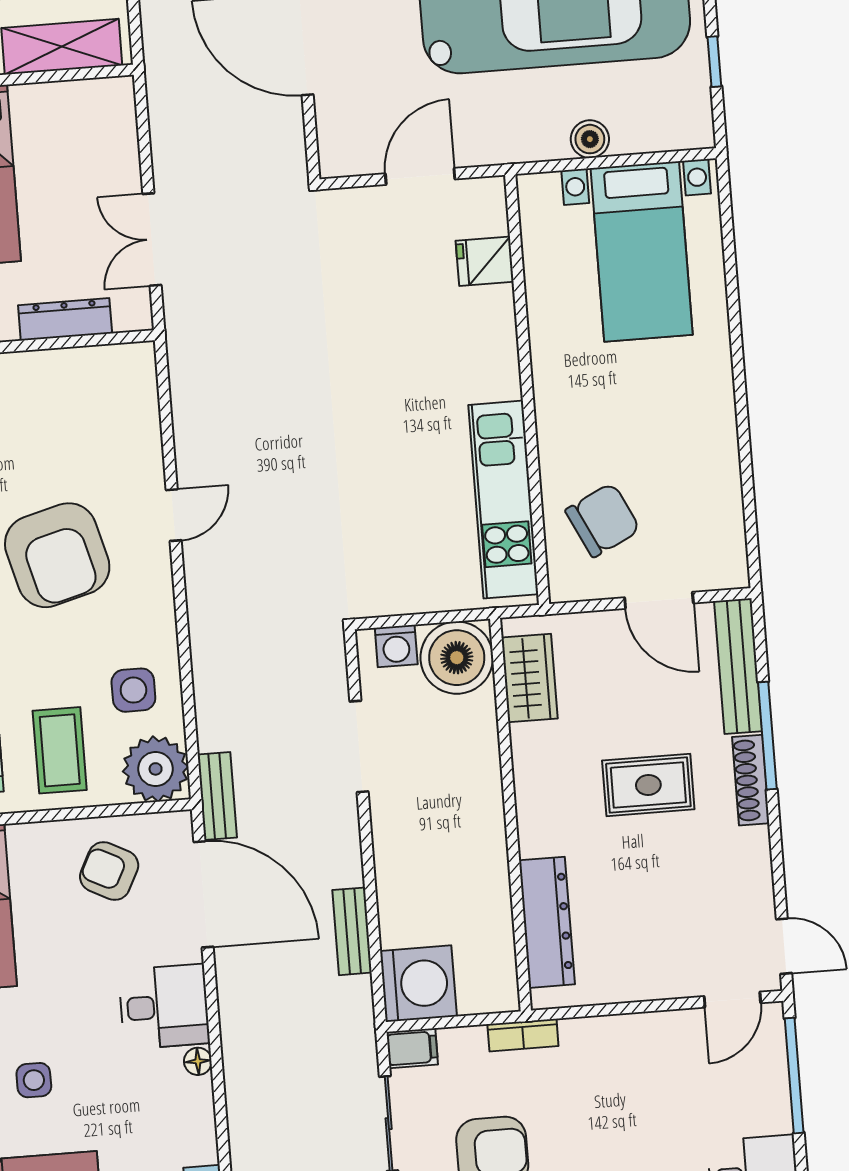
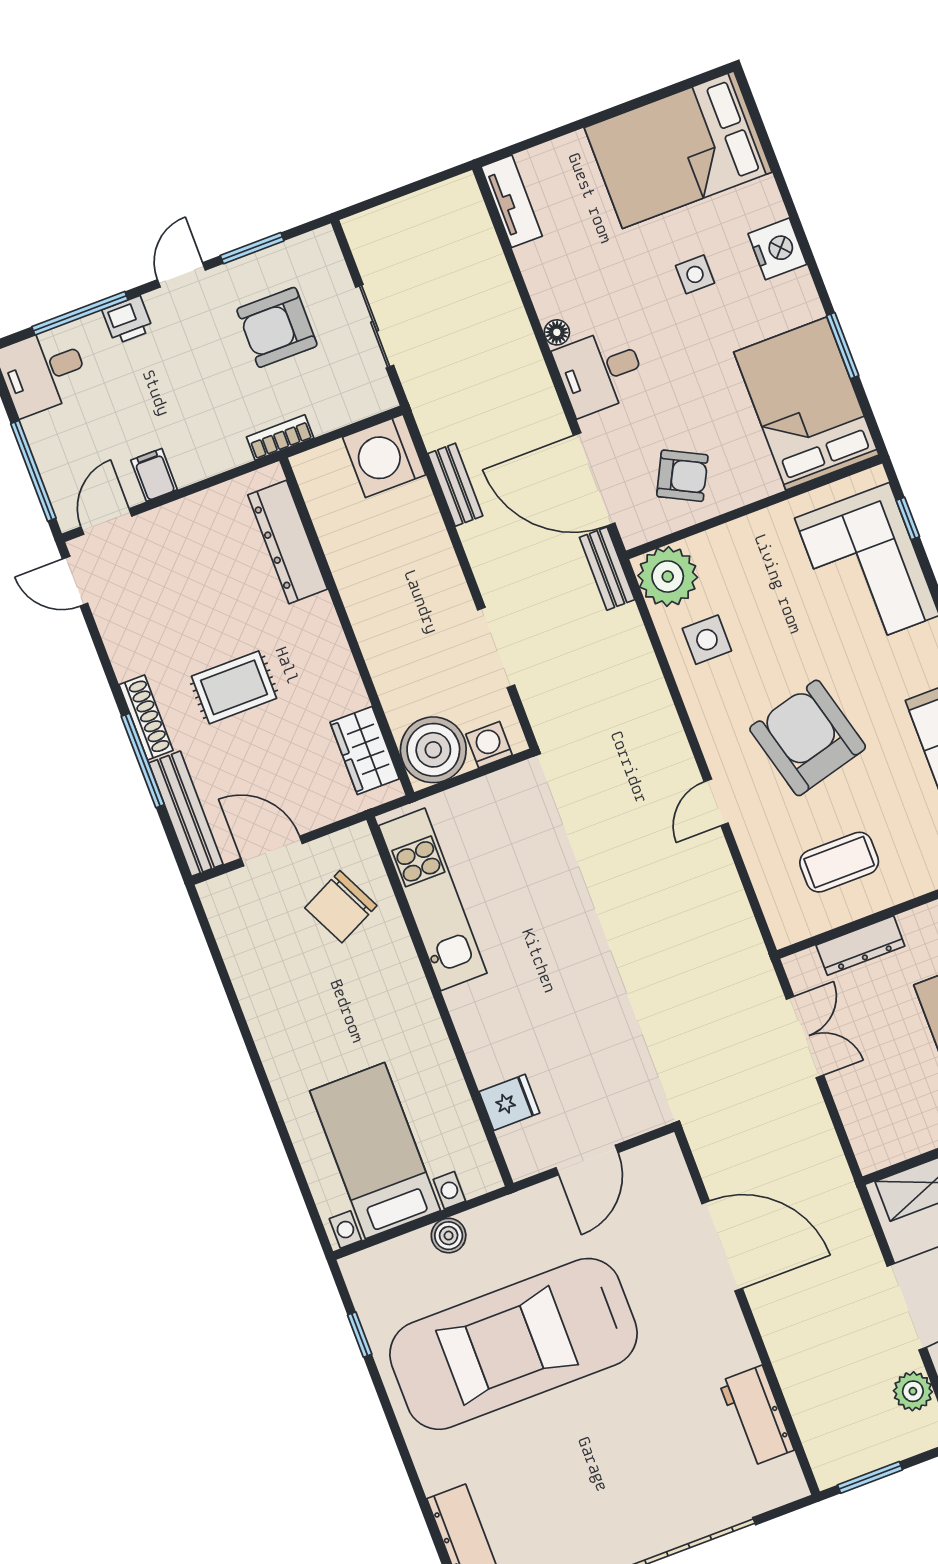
coffee table: (60, 750) -> (839, 862), moved, turned 90
filing cabinet: (412, 1048) -> (154, 475), moved, turned 90

